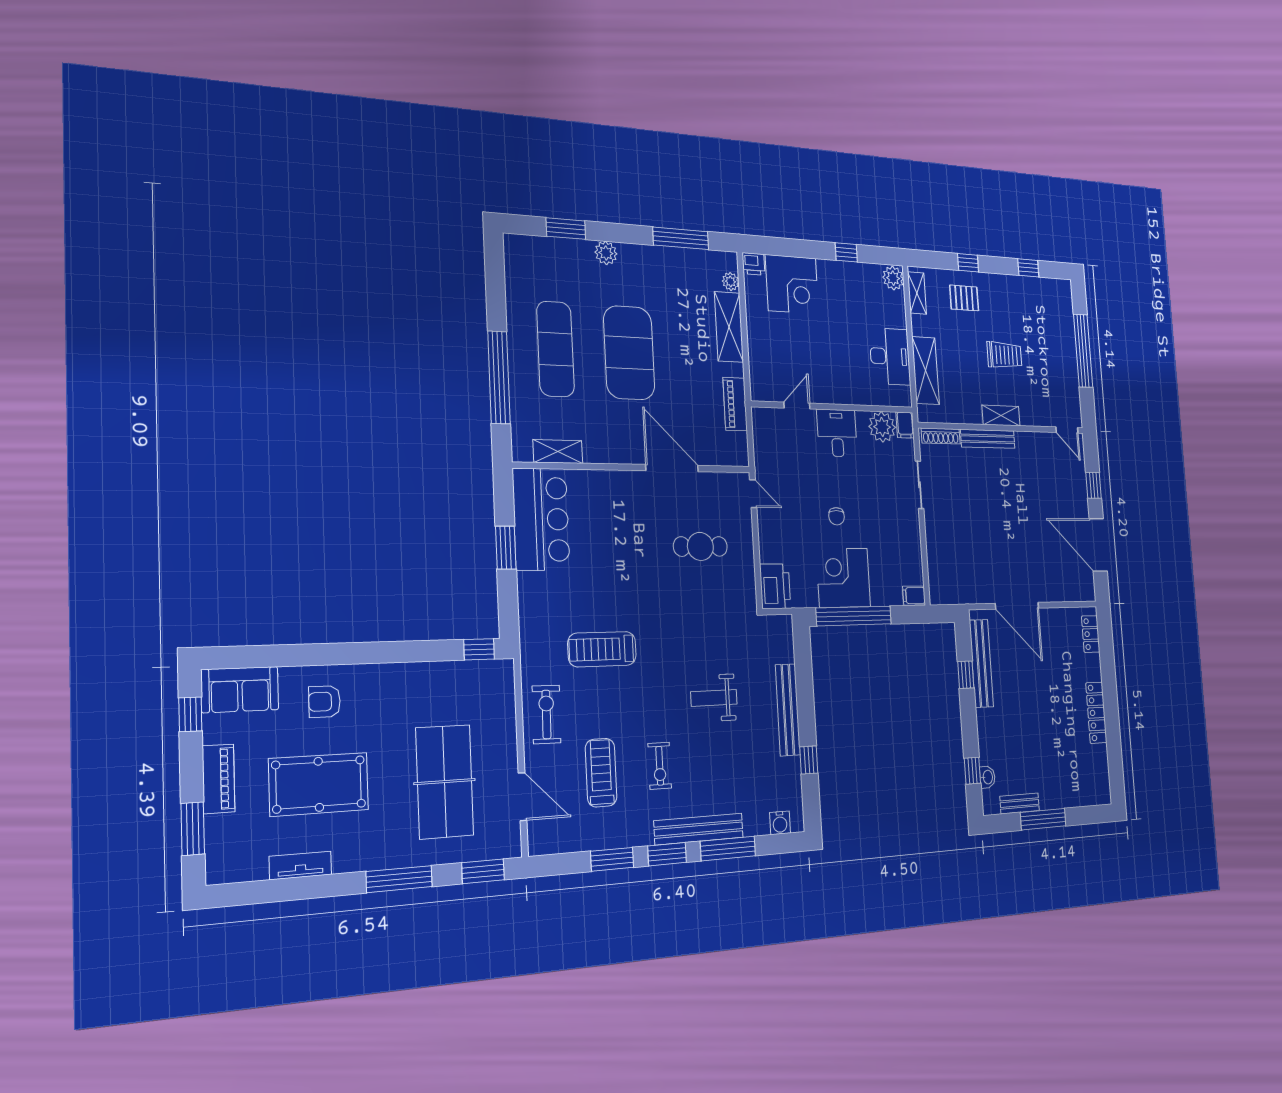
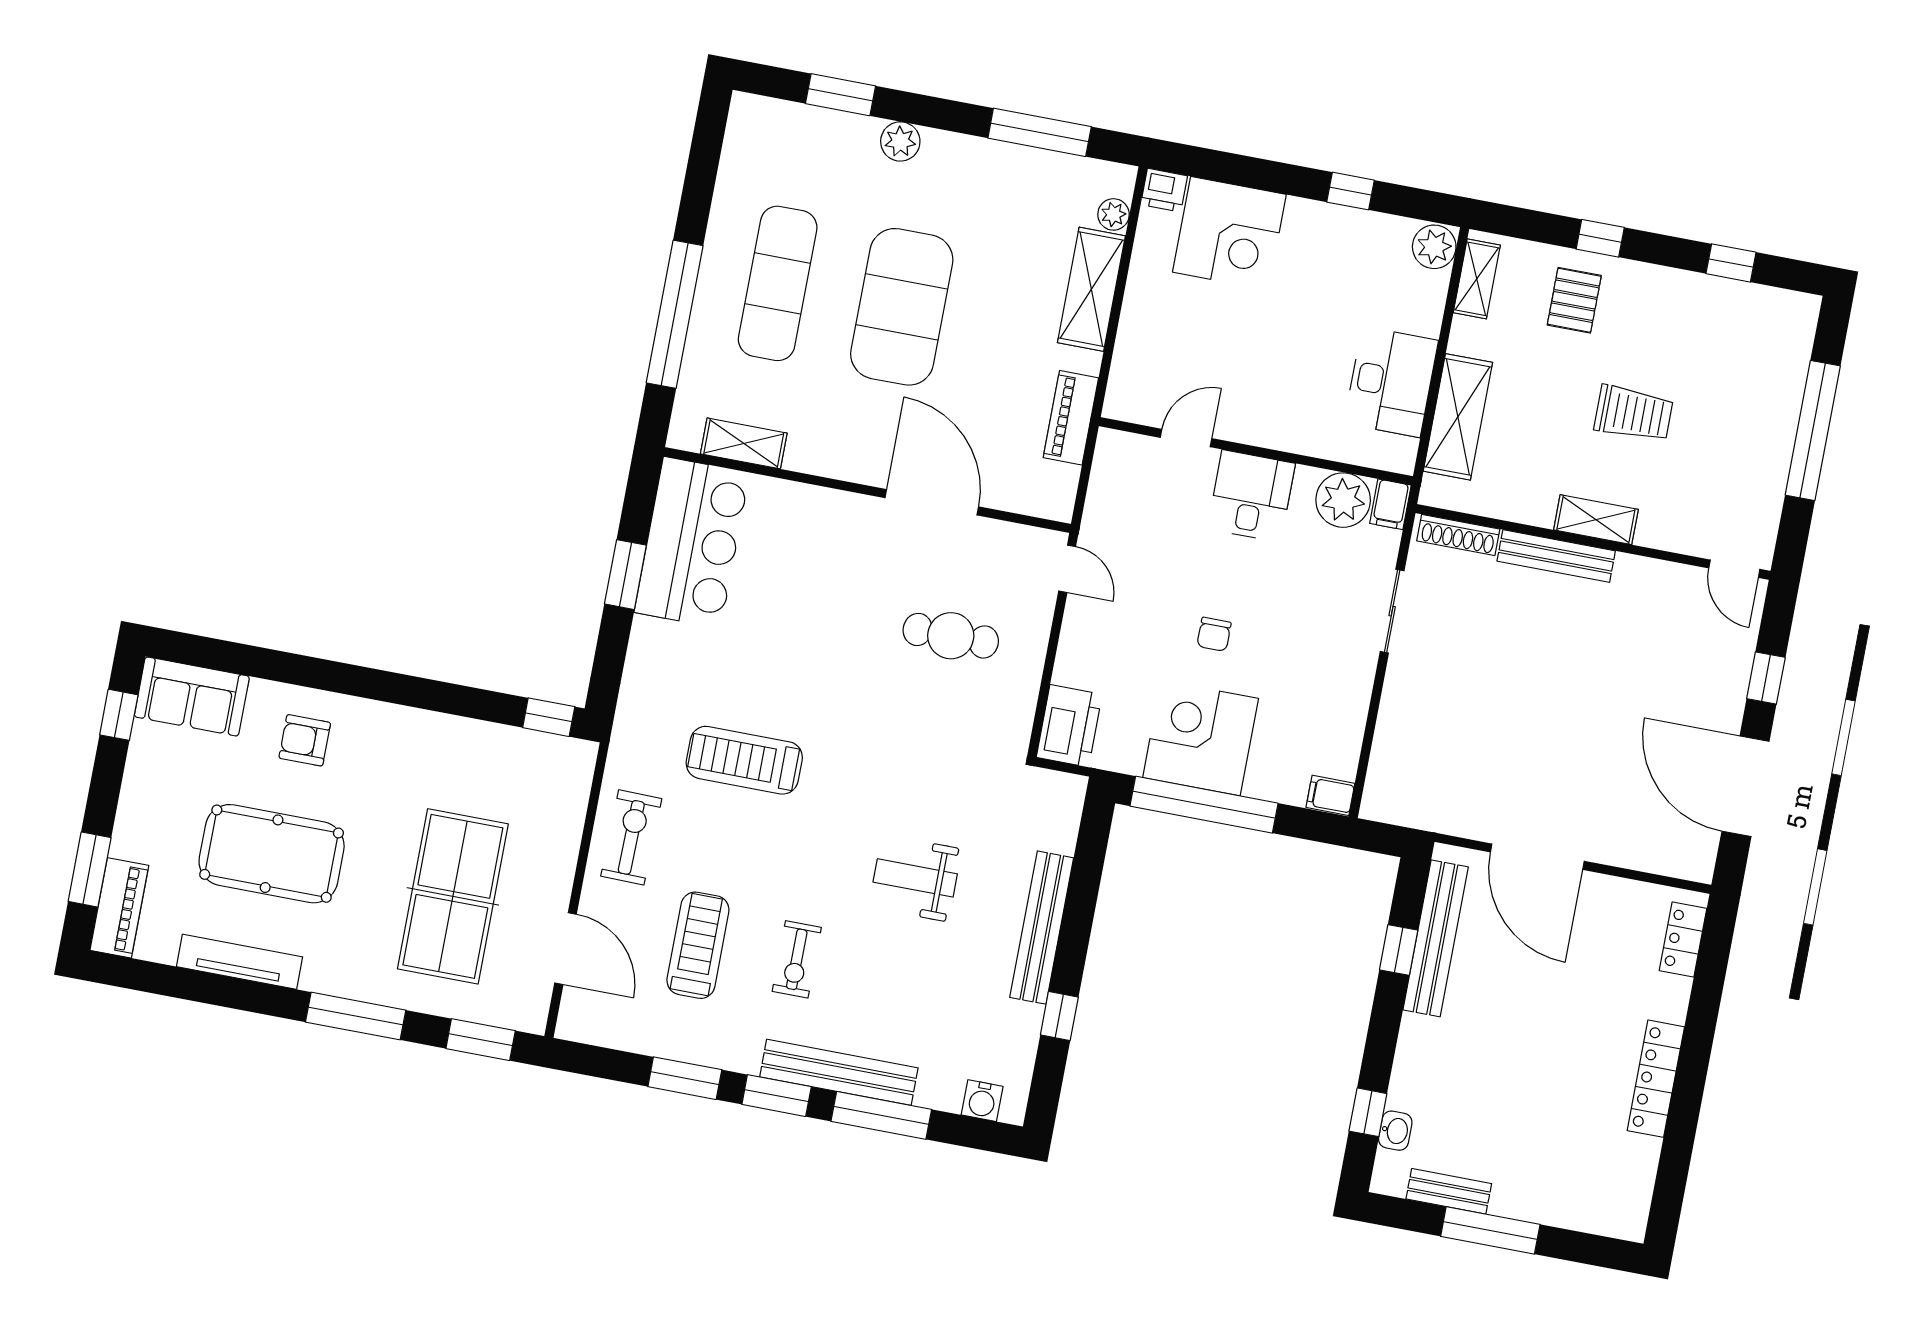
pallet: (964, 298) -> (1574, 300), turned 90
piano: (219, 779) -> (119, 908), moved
tv unit: (300, 865) -> (239, 962), width x1.41

